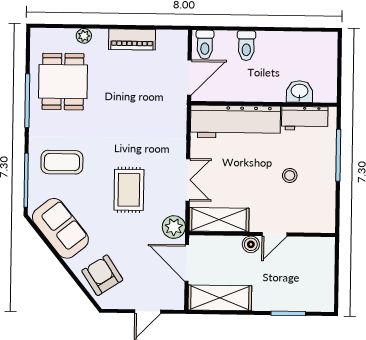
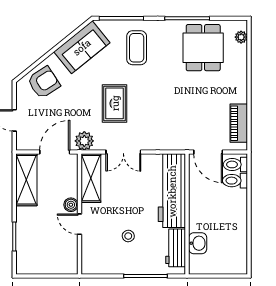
plant: (84, 36) -> (241, 37), moved
piano: (132, 39) -> (239, 123), moved
toilet: (246, 46) -> (235, 181), moved
dining table: (63, 82) -> (203, 48), turned 90
rug: (129, 190) -> (115, 103), turned 90

